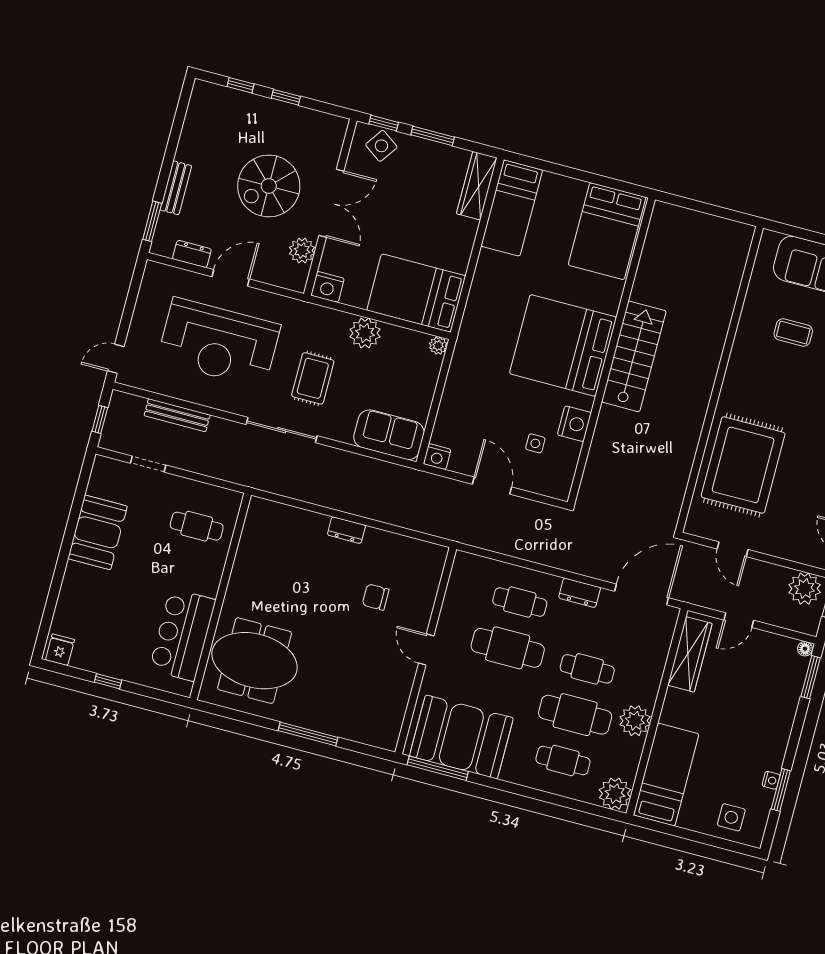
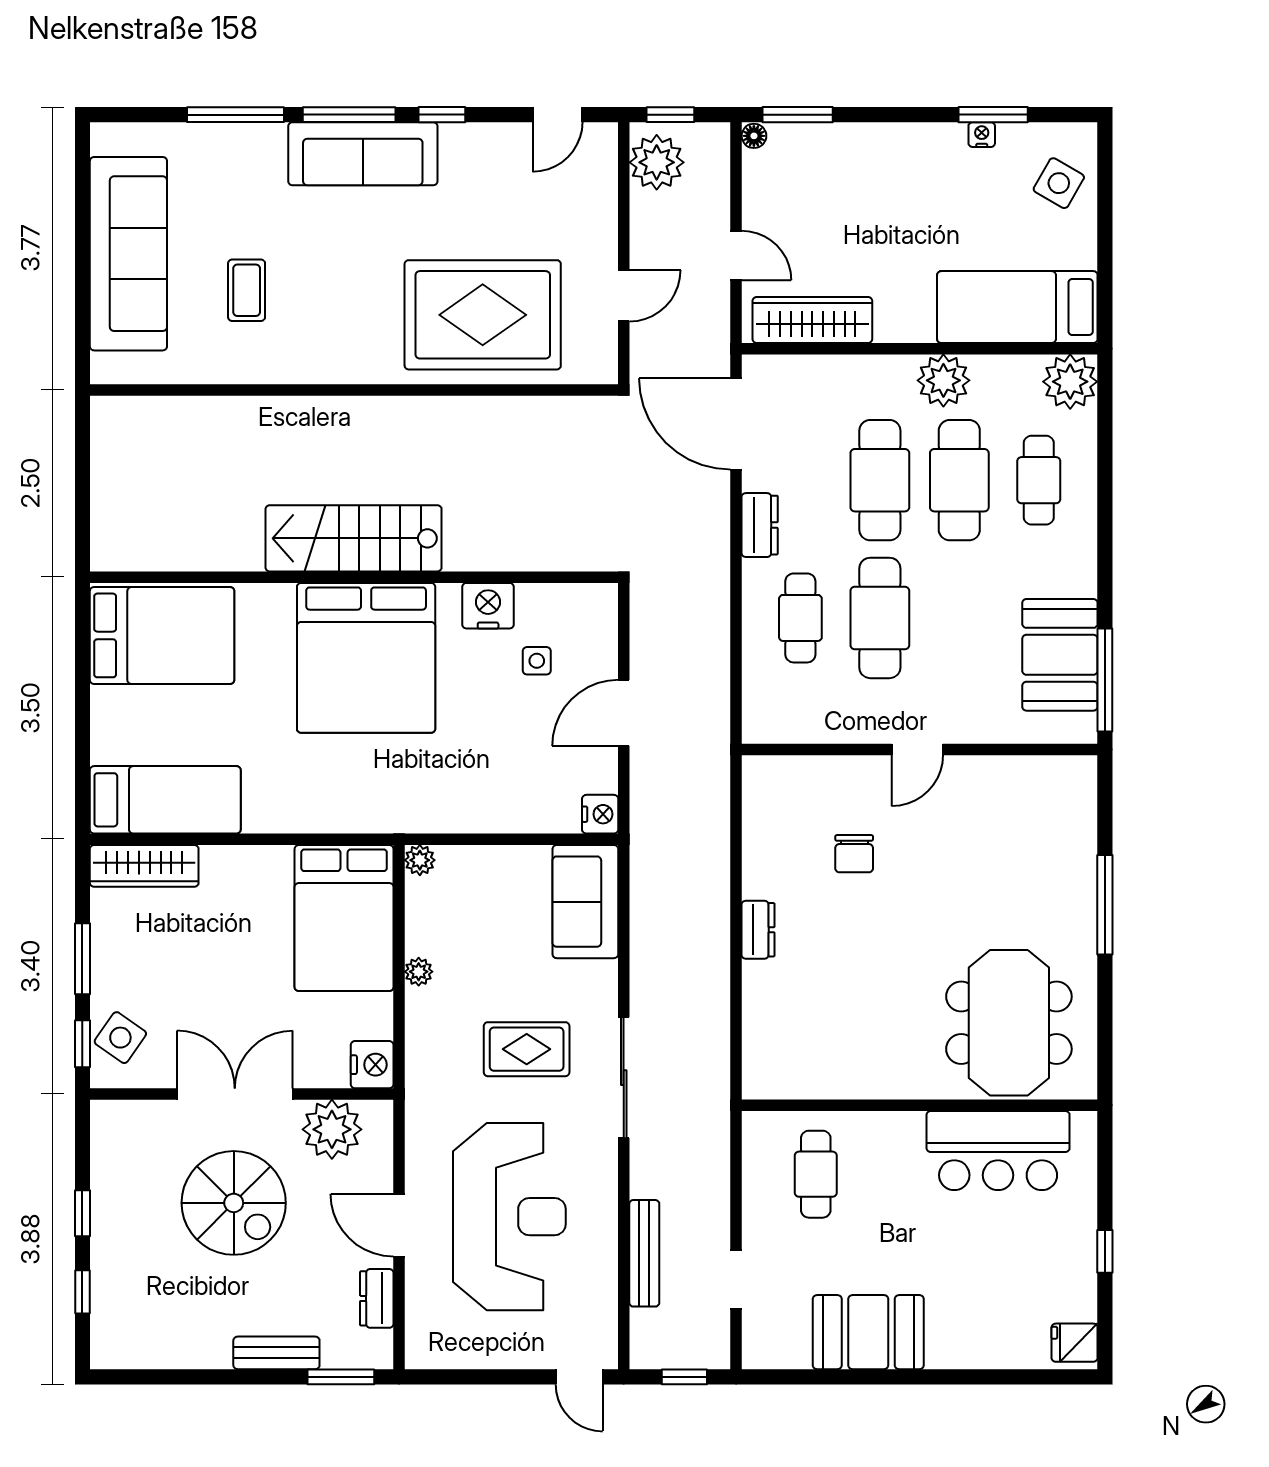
plant: (302, 251) -> (332, 1129), width x1.36, depth x1.36
plant: (365, 333) -> (419, 972), width x0.53, depth x0.53
cafe table: (587, 669) -> (880, 480), width x1.37, depth x1.35
booth: (461, 737) -> (1060, 655), width x0.73, depth x0.70
side table: (731, 817) -> (1059, 183), turned 30

